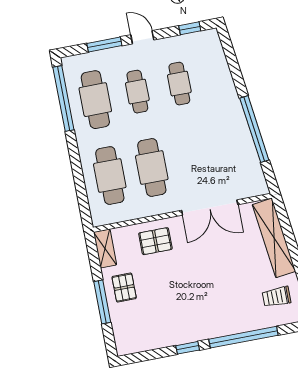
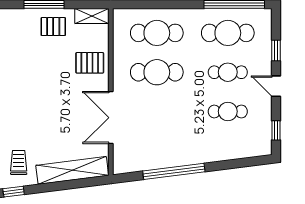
door: (142, 37) -> (276, 86), swing flipped
window: (104, 45) -> (276, 51), width x0.67
pallet: (155, 241) -> (90, 63), turned 90

